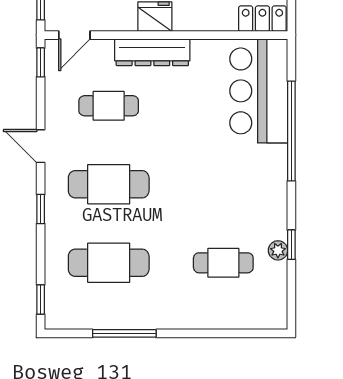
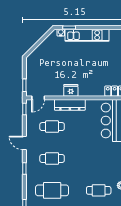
cafe table: (109, 184) -> (52, 158), width x0.73, depth x0.74

